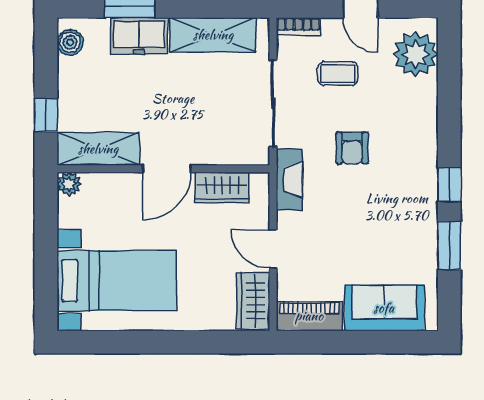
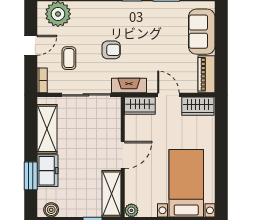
door: (167, 169) -> (123, 155), hinge flipped
wardrobe: (222, 188) -> (140, 106), moved, turned 90
door: (273, 249) -> (168, 95), swing flipped

